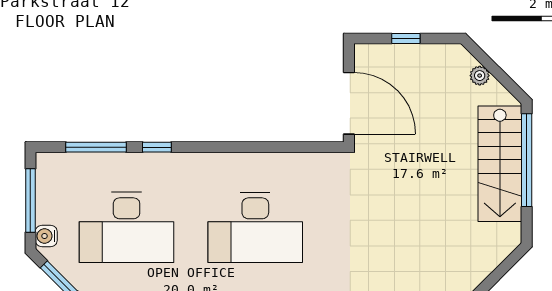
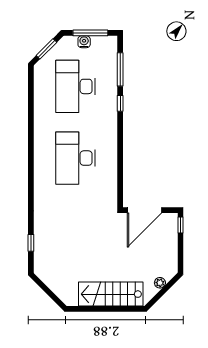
window: (406, 39) -> (181, 225), moved
window: (527, 160) -> (113, 309), removed
water cooler: (46, 236) -> (84, 42), moved

